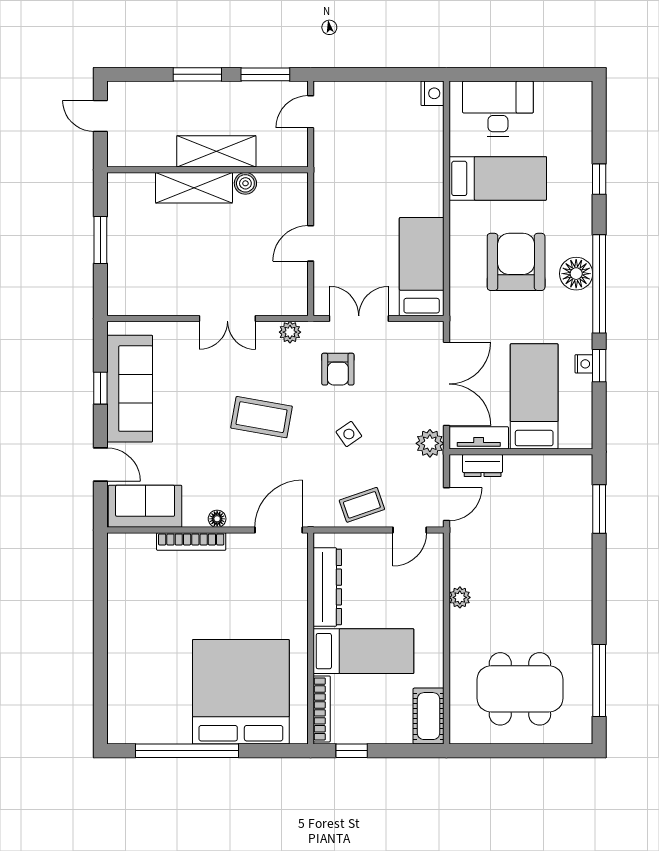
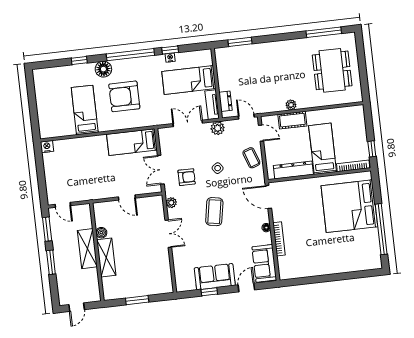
desk: (498, 109) -> (51, 114), removed
floor lamp: (576, 274) -> (103, 69), moved
double door: (446, 384) -> (188, 123), width x0.73
sofa: (130, 389) -> (215, 277), width x0.73
cot: (429, 716) -> (292, 120), moved

